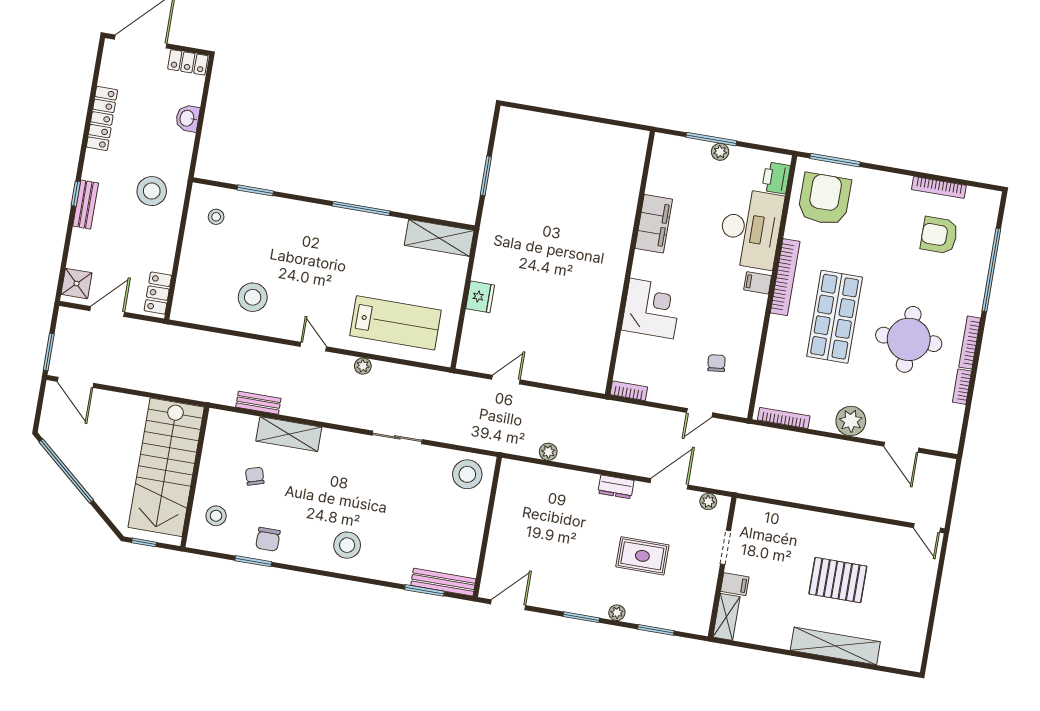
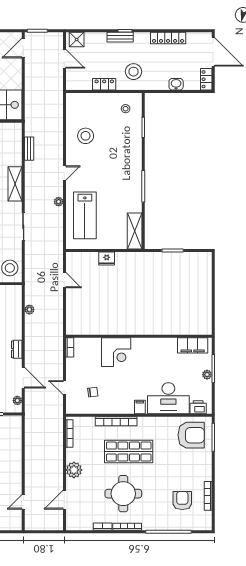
filing cabinet: (654, 224) -> (193, 345), moved
bookcase: (785, 277) -> (116, 421), moved
locker: (158, 293) -> (104, 84), moved
shelving: (289, 434) -> (15, 184), moved
door: (927, 528) -> (23, 502), moved

